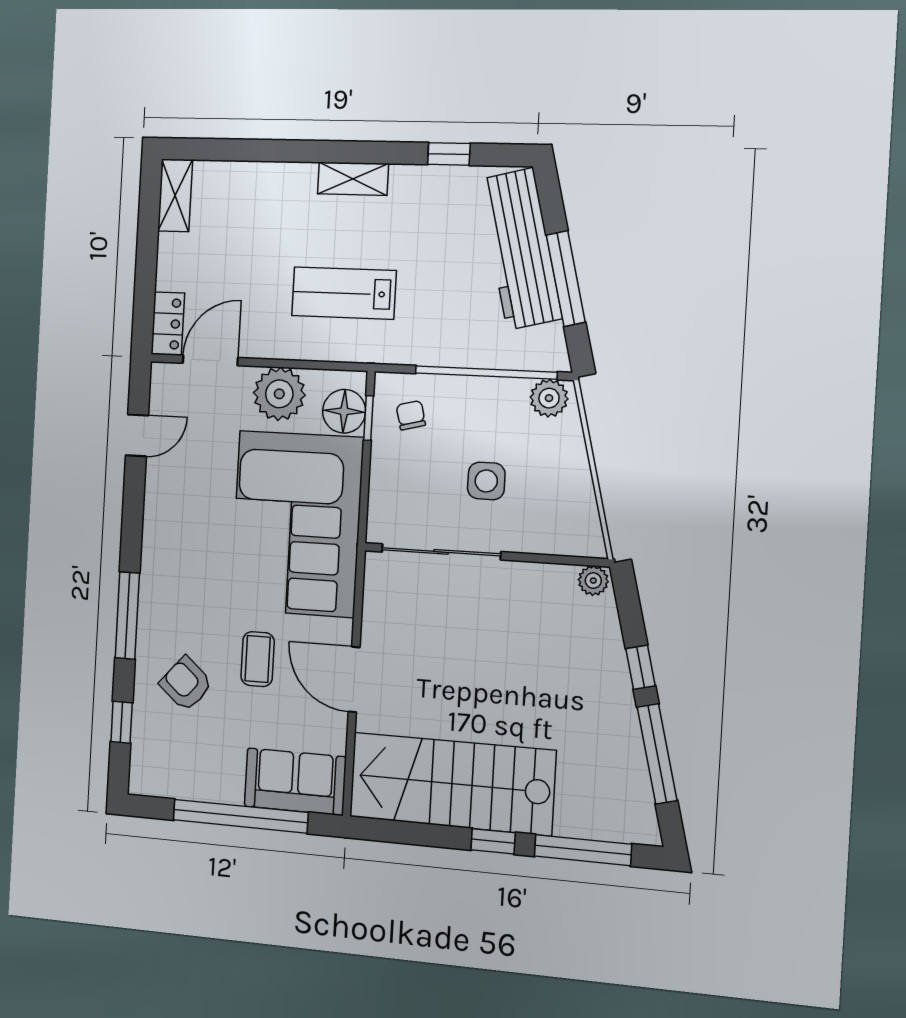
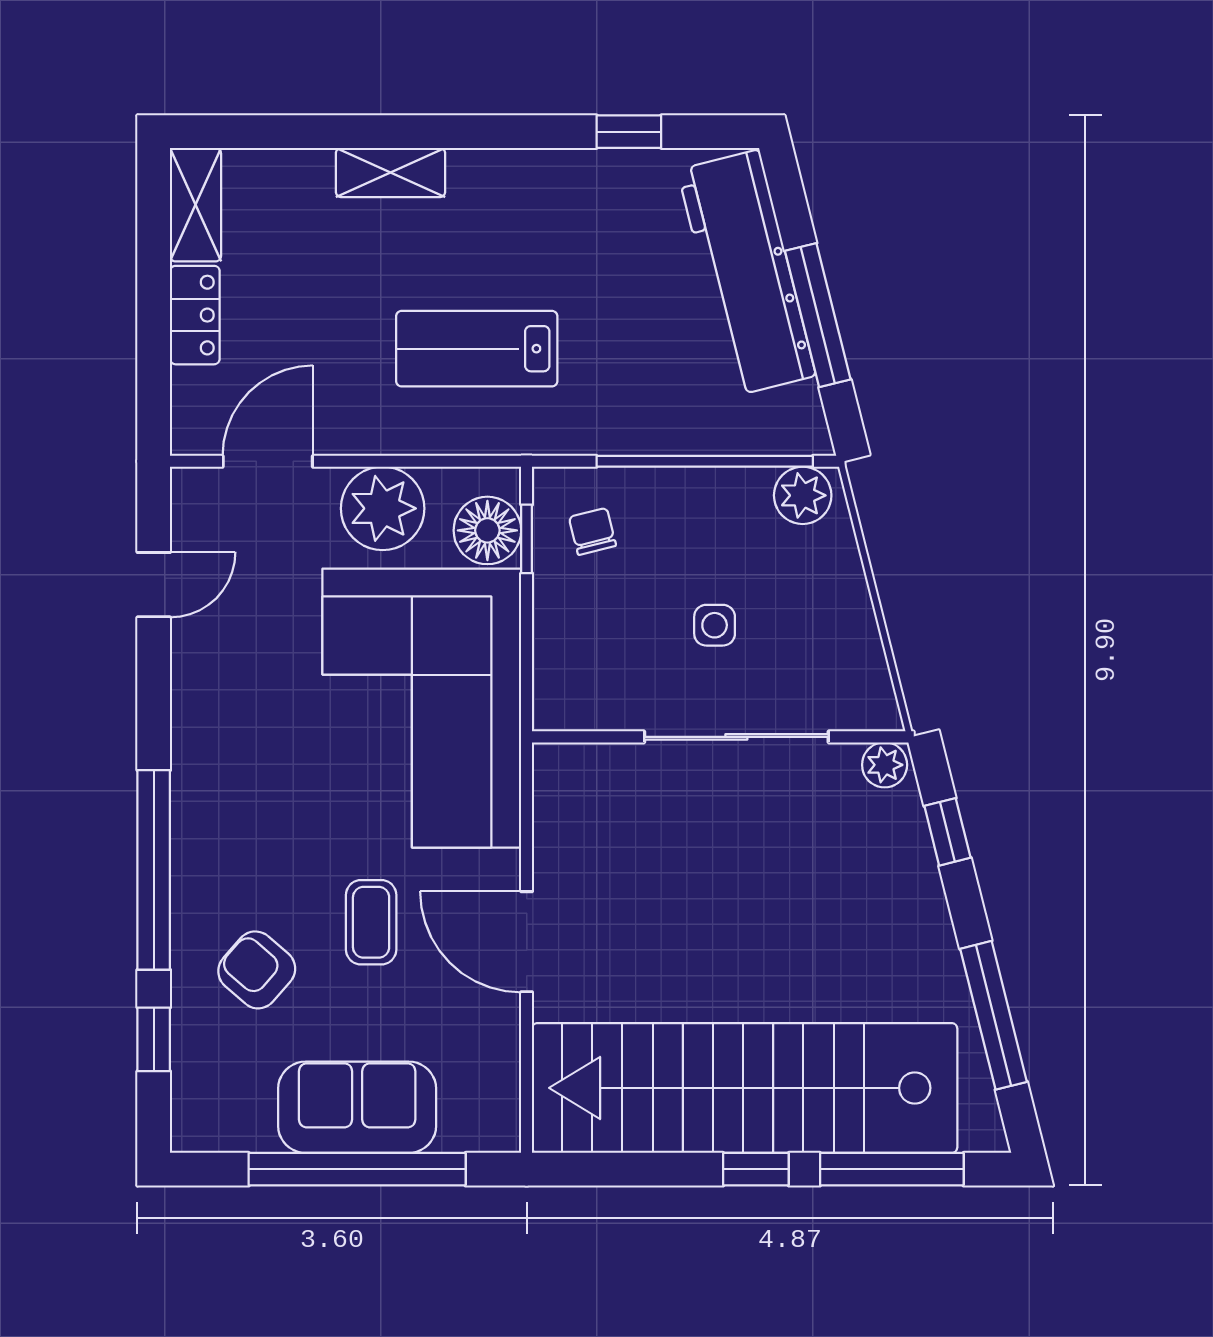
shelving: (353, 179) -> (390, 172), moved
locker: (168, 324) -> (195, 315), moved
side table: (486, 481) -> (715, 625), width x0.73, depth x0.73
sliding door: (441, 552) -> (736, 737), moved
window: (127, 616) -> (154, 870), width x1.46
window: (640, 667) -> (947, 832), moved
sofa: (295, 782) -> (357, 1107), moved
stairs: (452, 784) -> (745, 1088), width x1.36

